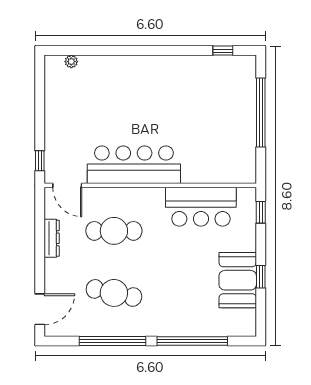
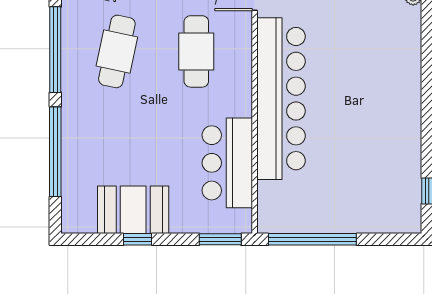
window: (261, 112) -> (312, 239), moved
bar counter: (134, 165) -> (281, 99), width x1.36
window: (261, 212) -> (220, 239), width x1.50

